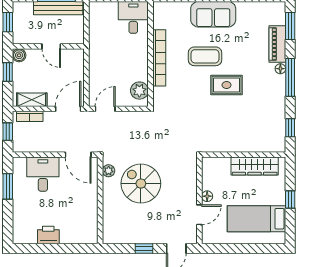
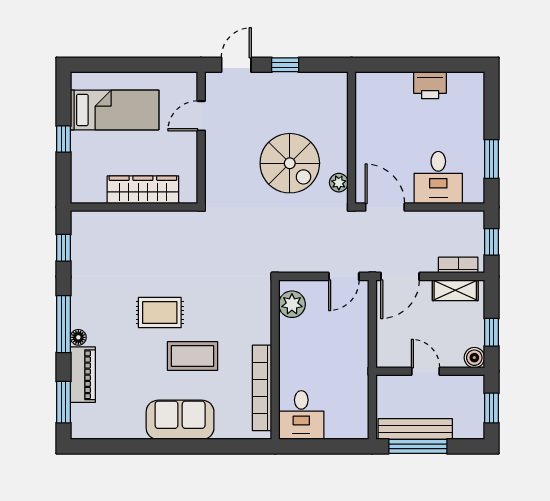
bookcase: (159, 58) -> (262, 388), moved
wardrobe: (255, 166) -> (143, 190), moved
floor lamp: (207, 196) -> (189, 144), removed

